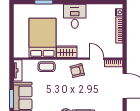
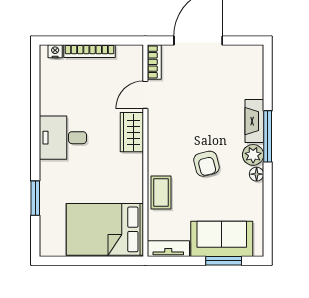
bed: (42, 38) -> (105, 229), moved
wardrobe: (67, 52) -> (132, 132), moved
armchair: (77, 71) -> (206, 164), moved

